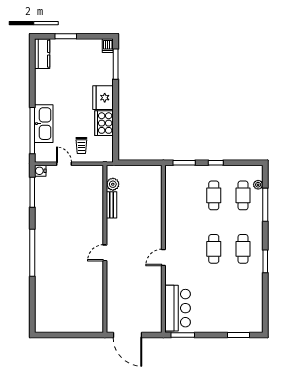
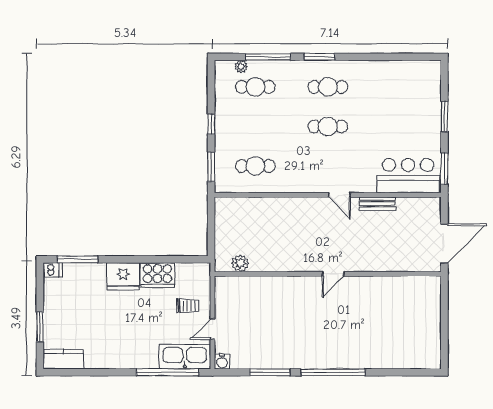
kitchen sink: (44, 124) -> (185, 357), moved
window: (32, 192) -> (270, 372), moved
cafe table: (214, 195) -> (255, 166), moved
bench: (112, 205) -> (377, 204), moved
door: (105, 253) -> (333, 274), hinge flipped
window: (265, 261) -> (320, 57), moved
window: (239, 335) -> (444, 116), moved

